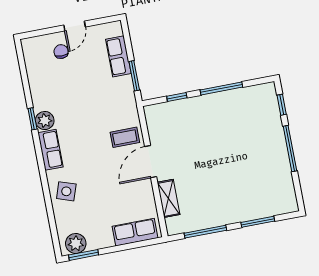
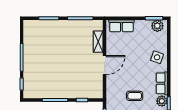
coffee table: (125, 137) -> (135, 96), moved

